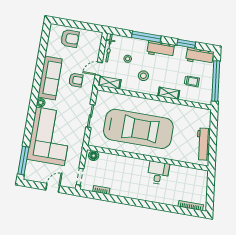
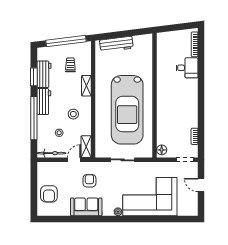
window: (146, 37) -> (34, 118), width x1.46
armchair: (70, 38) -> (49, 194), turned 180
workbench: (200, 56) -> (44, 74), moved
door: (99, 69) -> (74, 160), swing flipped
sofa: (50, 78) -> (86, 207), width x0.73
car: (138, 129) -> (127, 110), turned 180
workbench: (203, 144) -> (116, 44), moved
window: (23, 160) -> (179, 219), removed
desk: (158, 173) -> (187, 68), moved, turned 180

